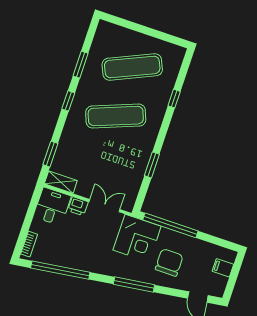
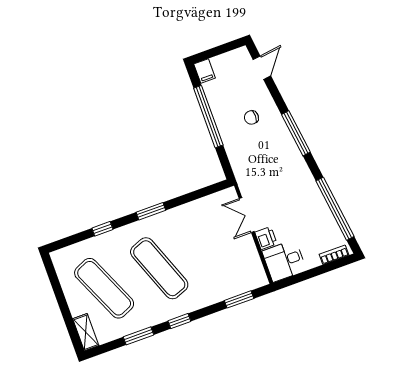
window: (152, 165) -> (151, 211), moved
shelving: (61, 182) -> (86, 332), moved
window: (170, 225) -> (208, 117), moved
corner desk: (137, 238) -> (253, 163), removed
chair: (169, 262) -> (251, 117), width x0.54, depth x0.54
filing cabinet: (223, 268) -> (205, 71), moved

